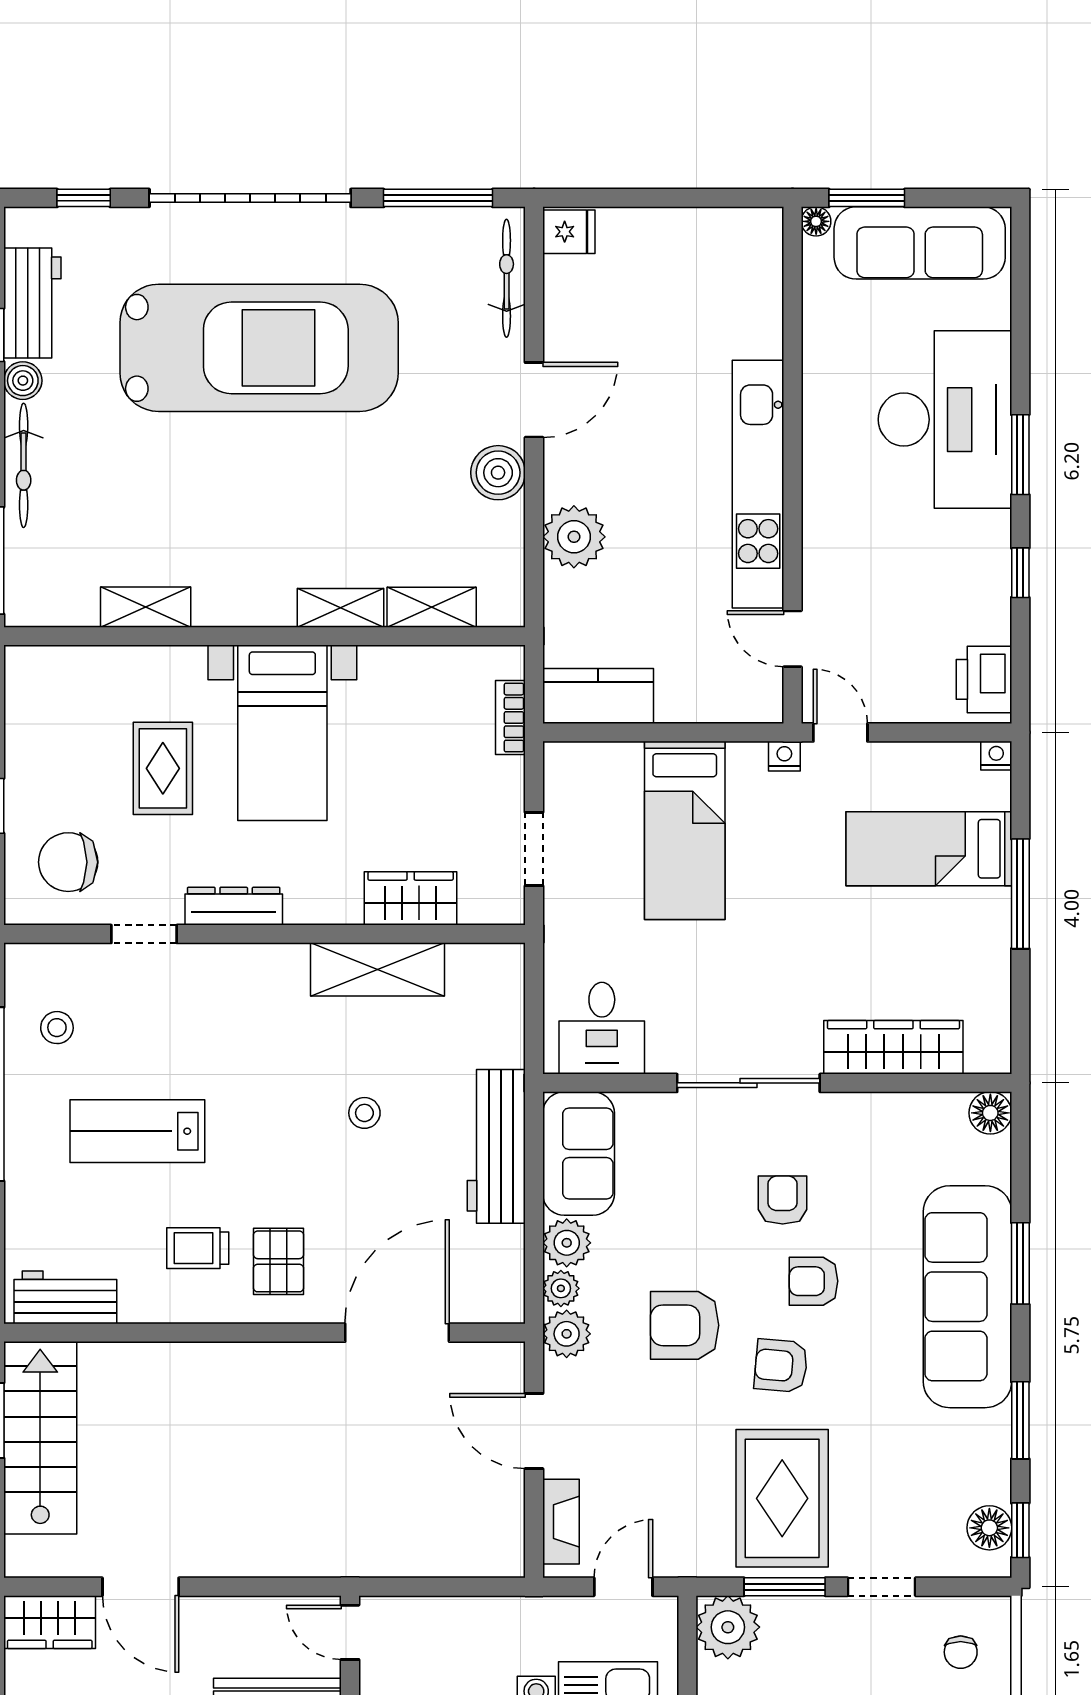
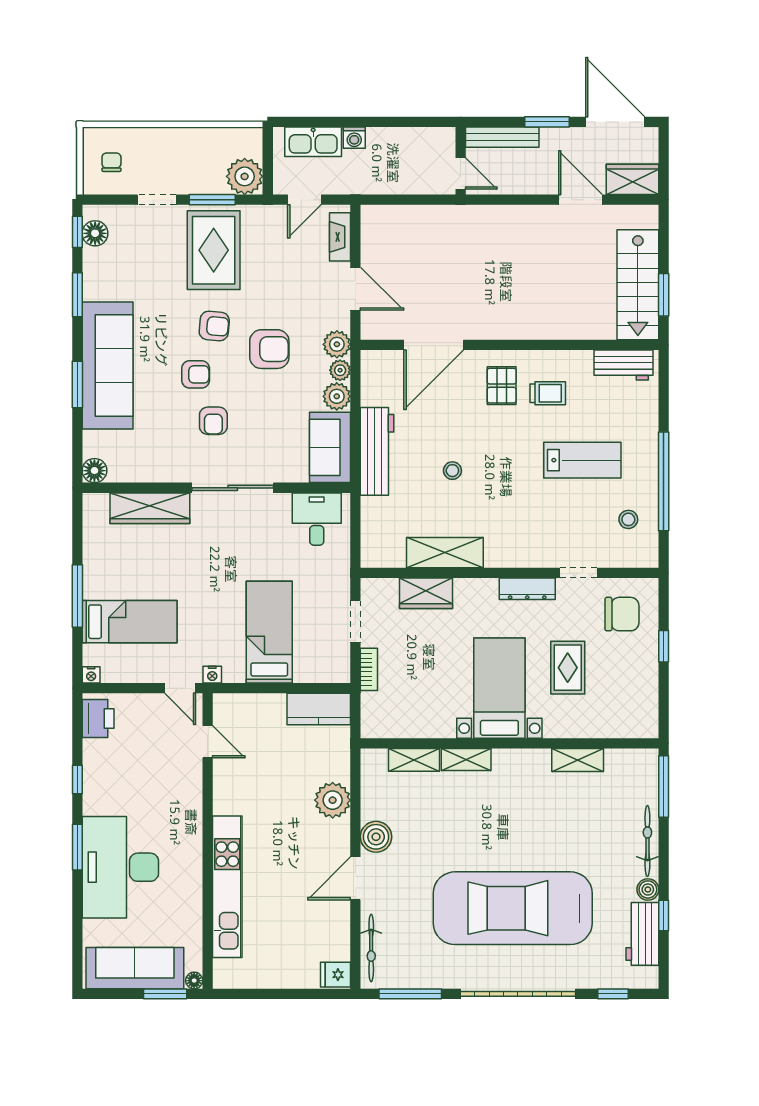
kitchen unit: (758, 484) -> (227, 887), moved
bookcase: (510, 718) -> (369, 669), moved

